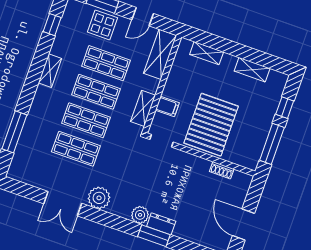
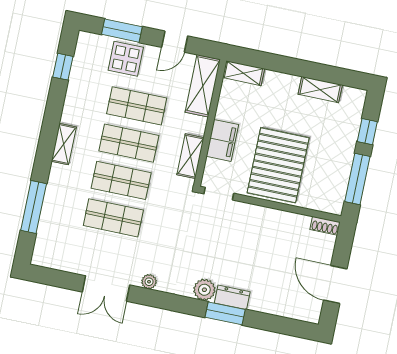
shelving: (207, 53) -> (244, 73), moved
shelving: (50, 71) -> (64, 144), moved
filing cabinet: (167, 106) -> (222, 140), width x2.00
shoe rack: (222, 170) -> (325, 226), moved
plant: (99, 198) -> (149, 282), width x0.53, depth x0.53

